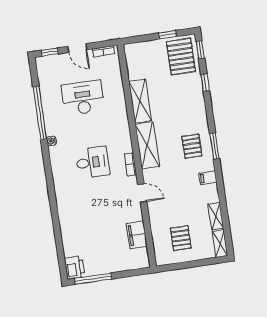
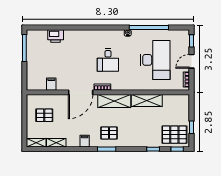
desk: (83, 98) -> (155, 60), width x1.36, depth x1.30
door: (142, 193) -> (81, 92), width x1.88
filing cabinet: (137, 235) -> (51, 84), width x0.50
printer: (75, 268) -> (56, 36), moved

